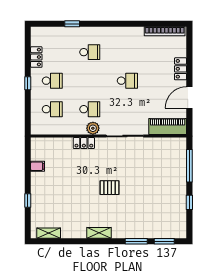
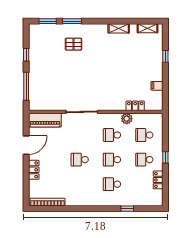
school desk: (90, 81) -> (112, 160), added
plant: (93, 128) -> (127, 119), moved
locker: (84, 143) -> (135, 106), moved
pallet: (109, 188) -> (74, 44), moved
shelving: (99, 233) -> (119, 28), moved

